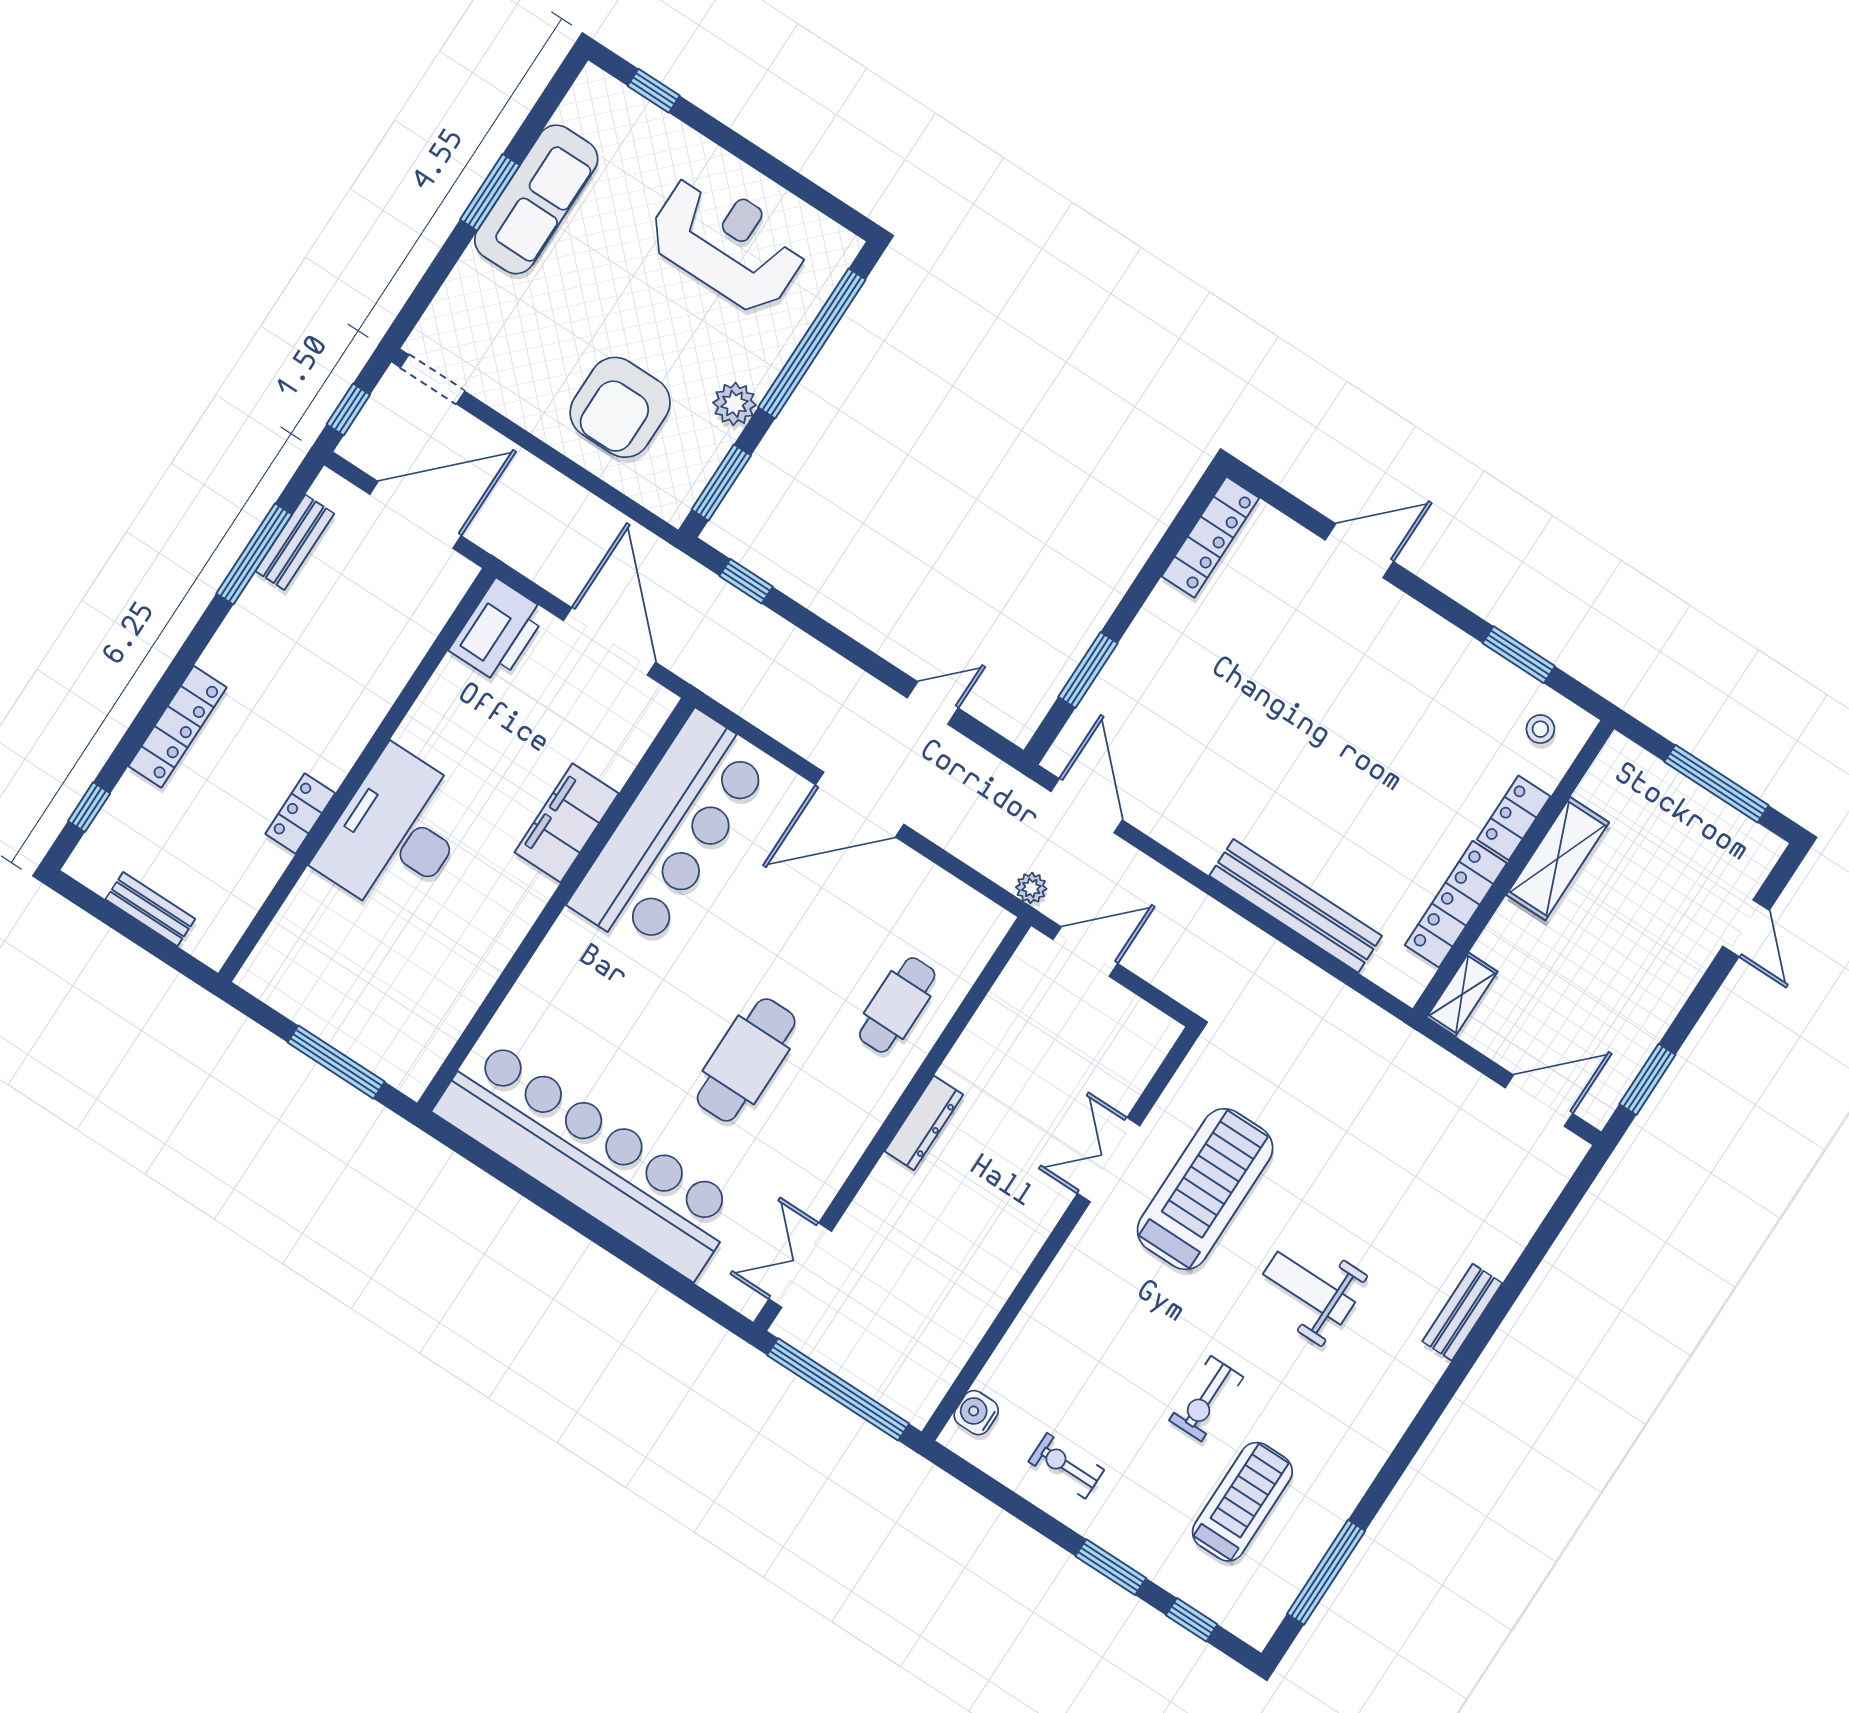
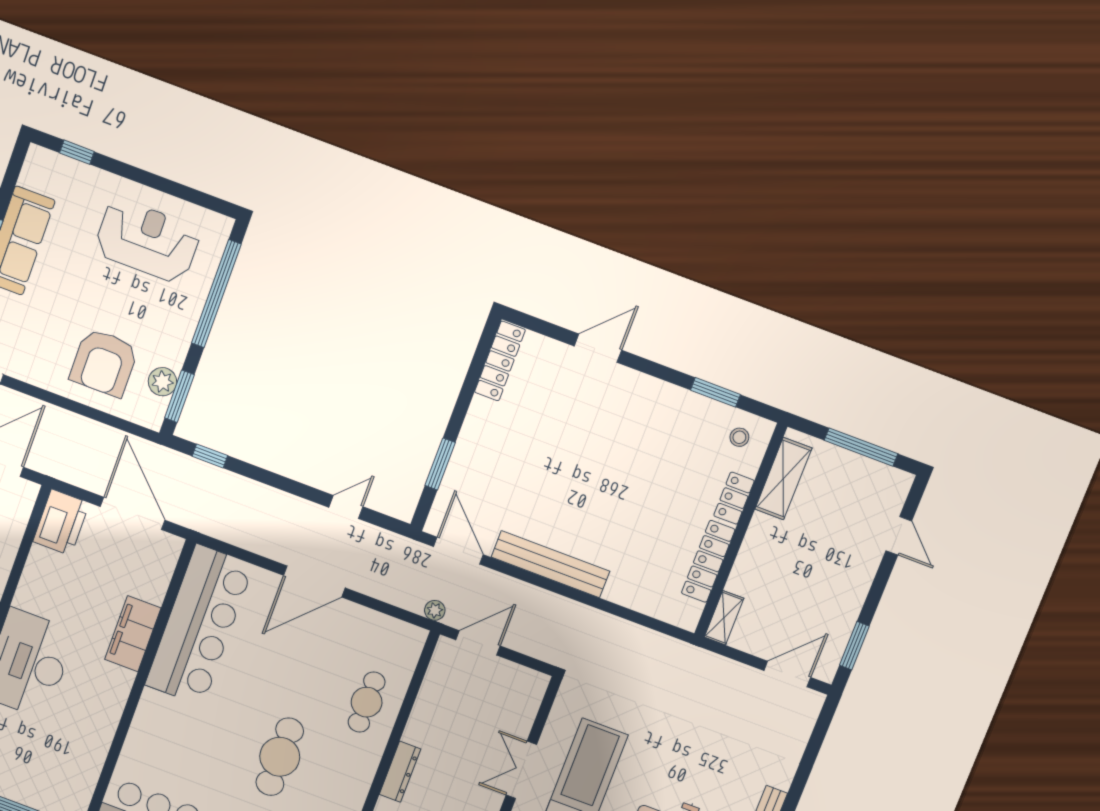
plant: (734, 404) -> (162, 382), moved
shelving: (1558, 859) -> (783, 479), moved
bench: (1296, 906) -> (550, 564), moved

